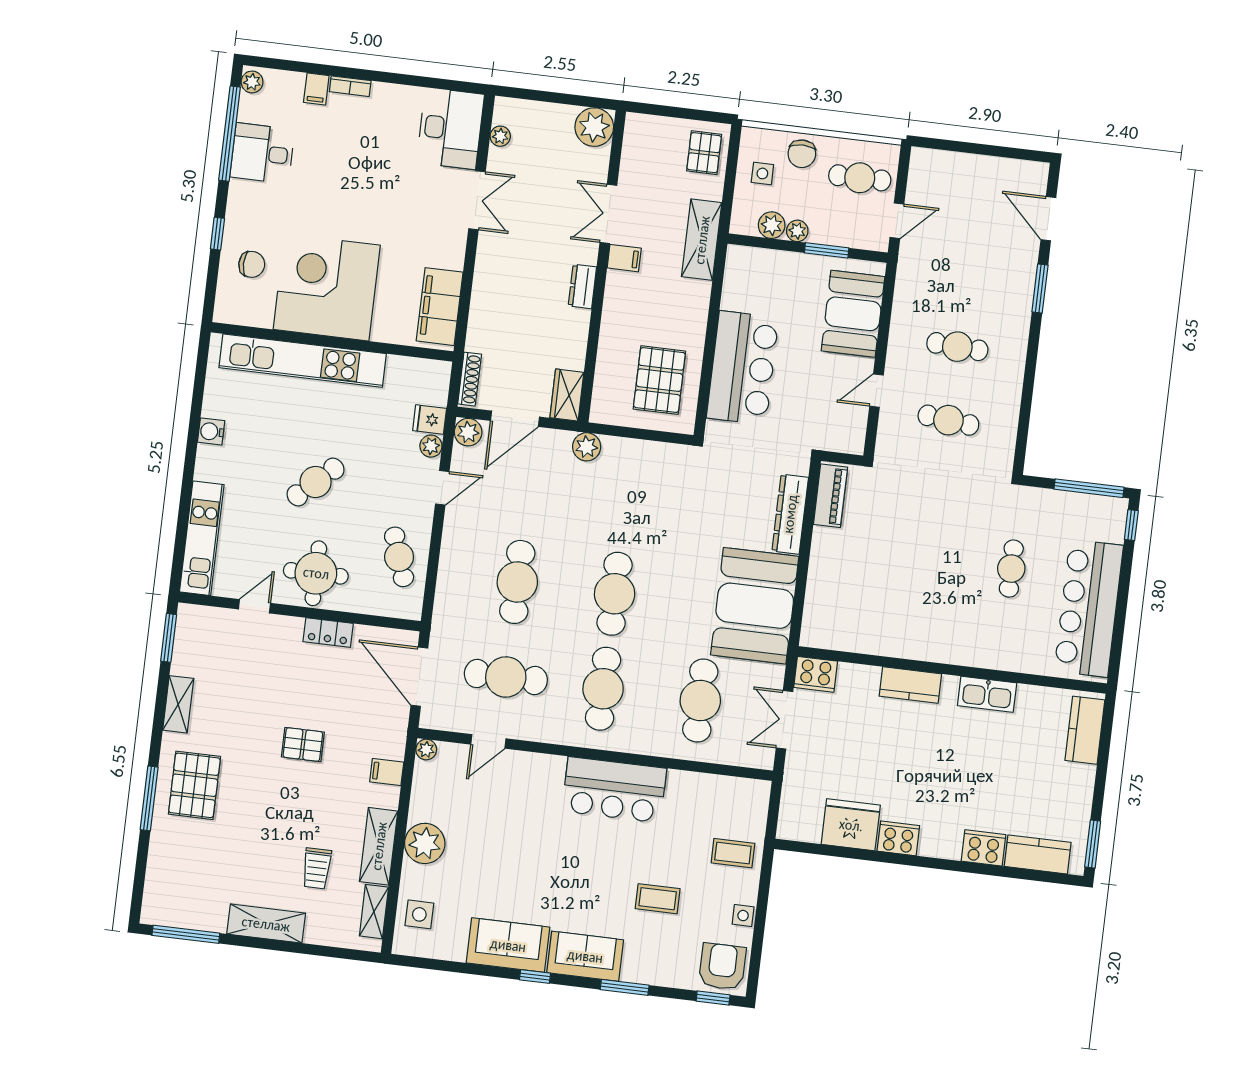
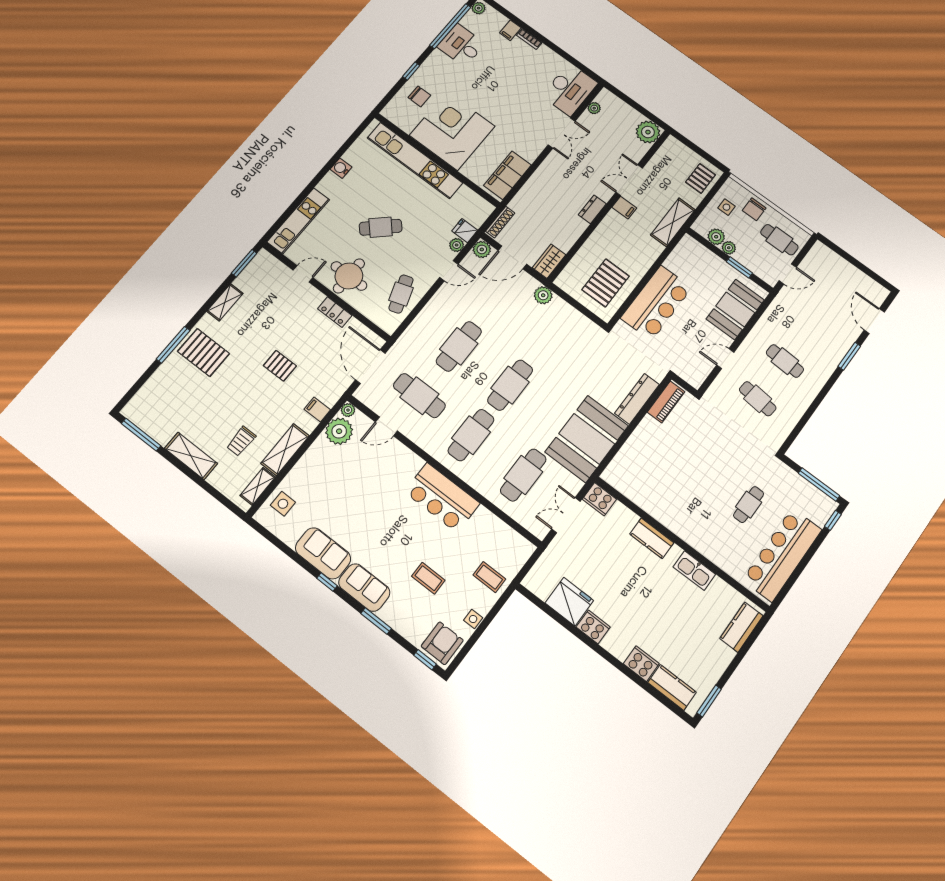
pallet: (194, 785) -> (204, 352), turned 90
plant: (425, 843) -> (339, 431), moved

